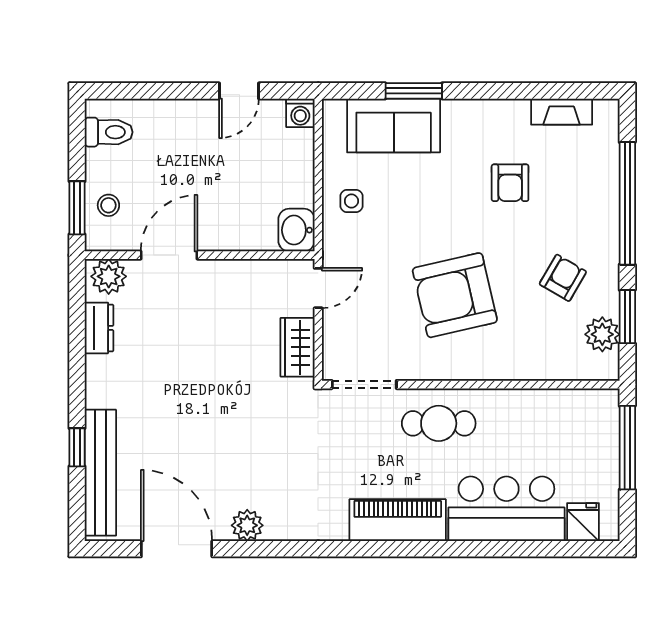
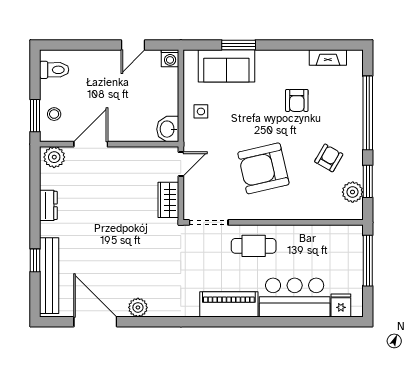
dresser: (99, 328) -> (48, 205), moved

